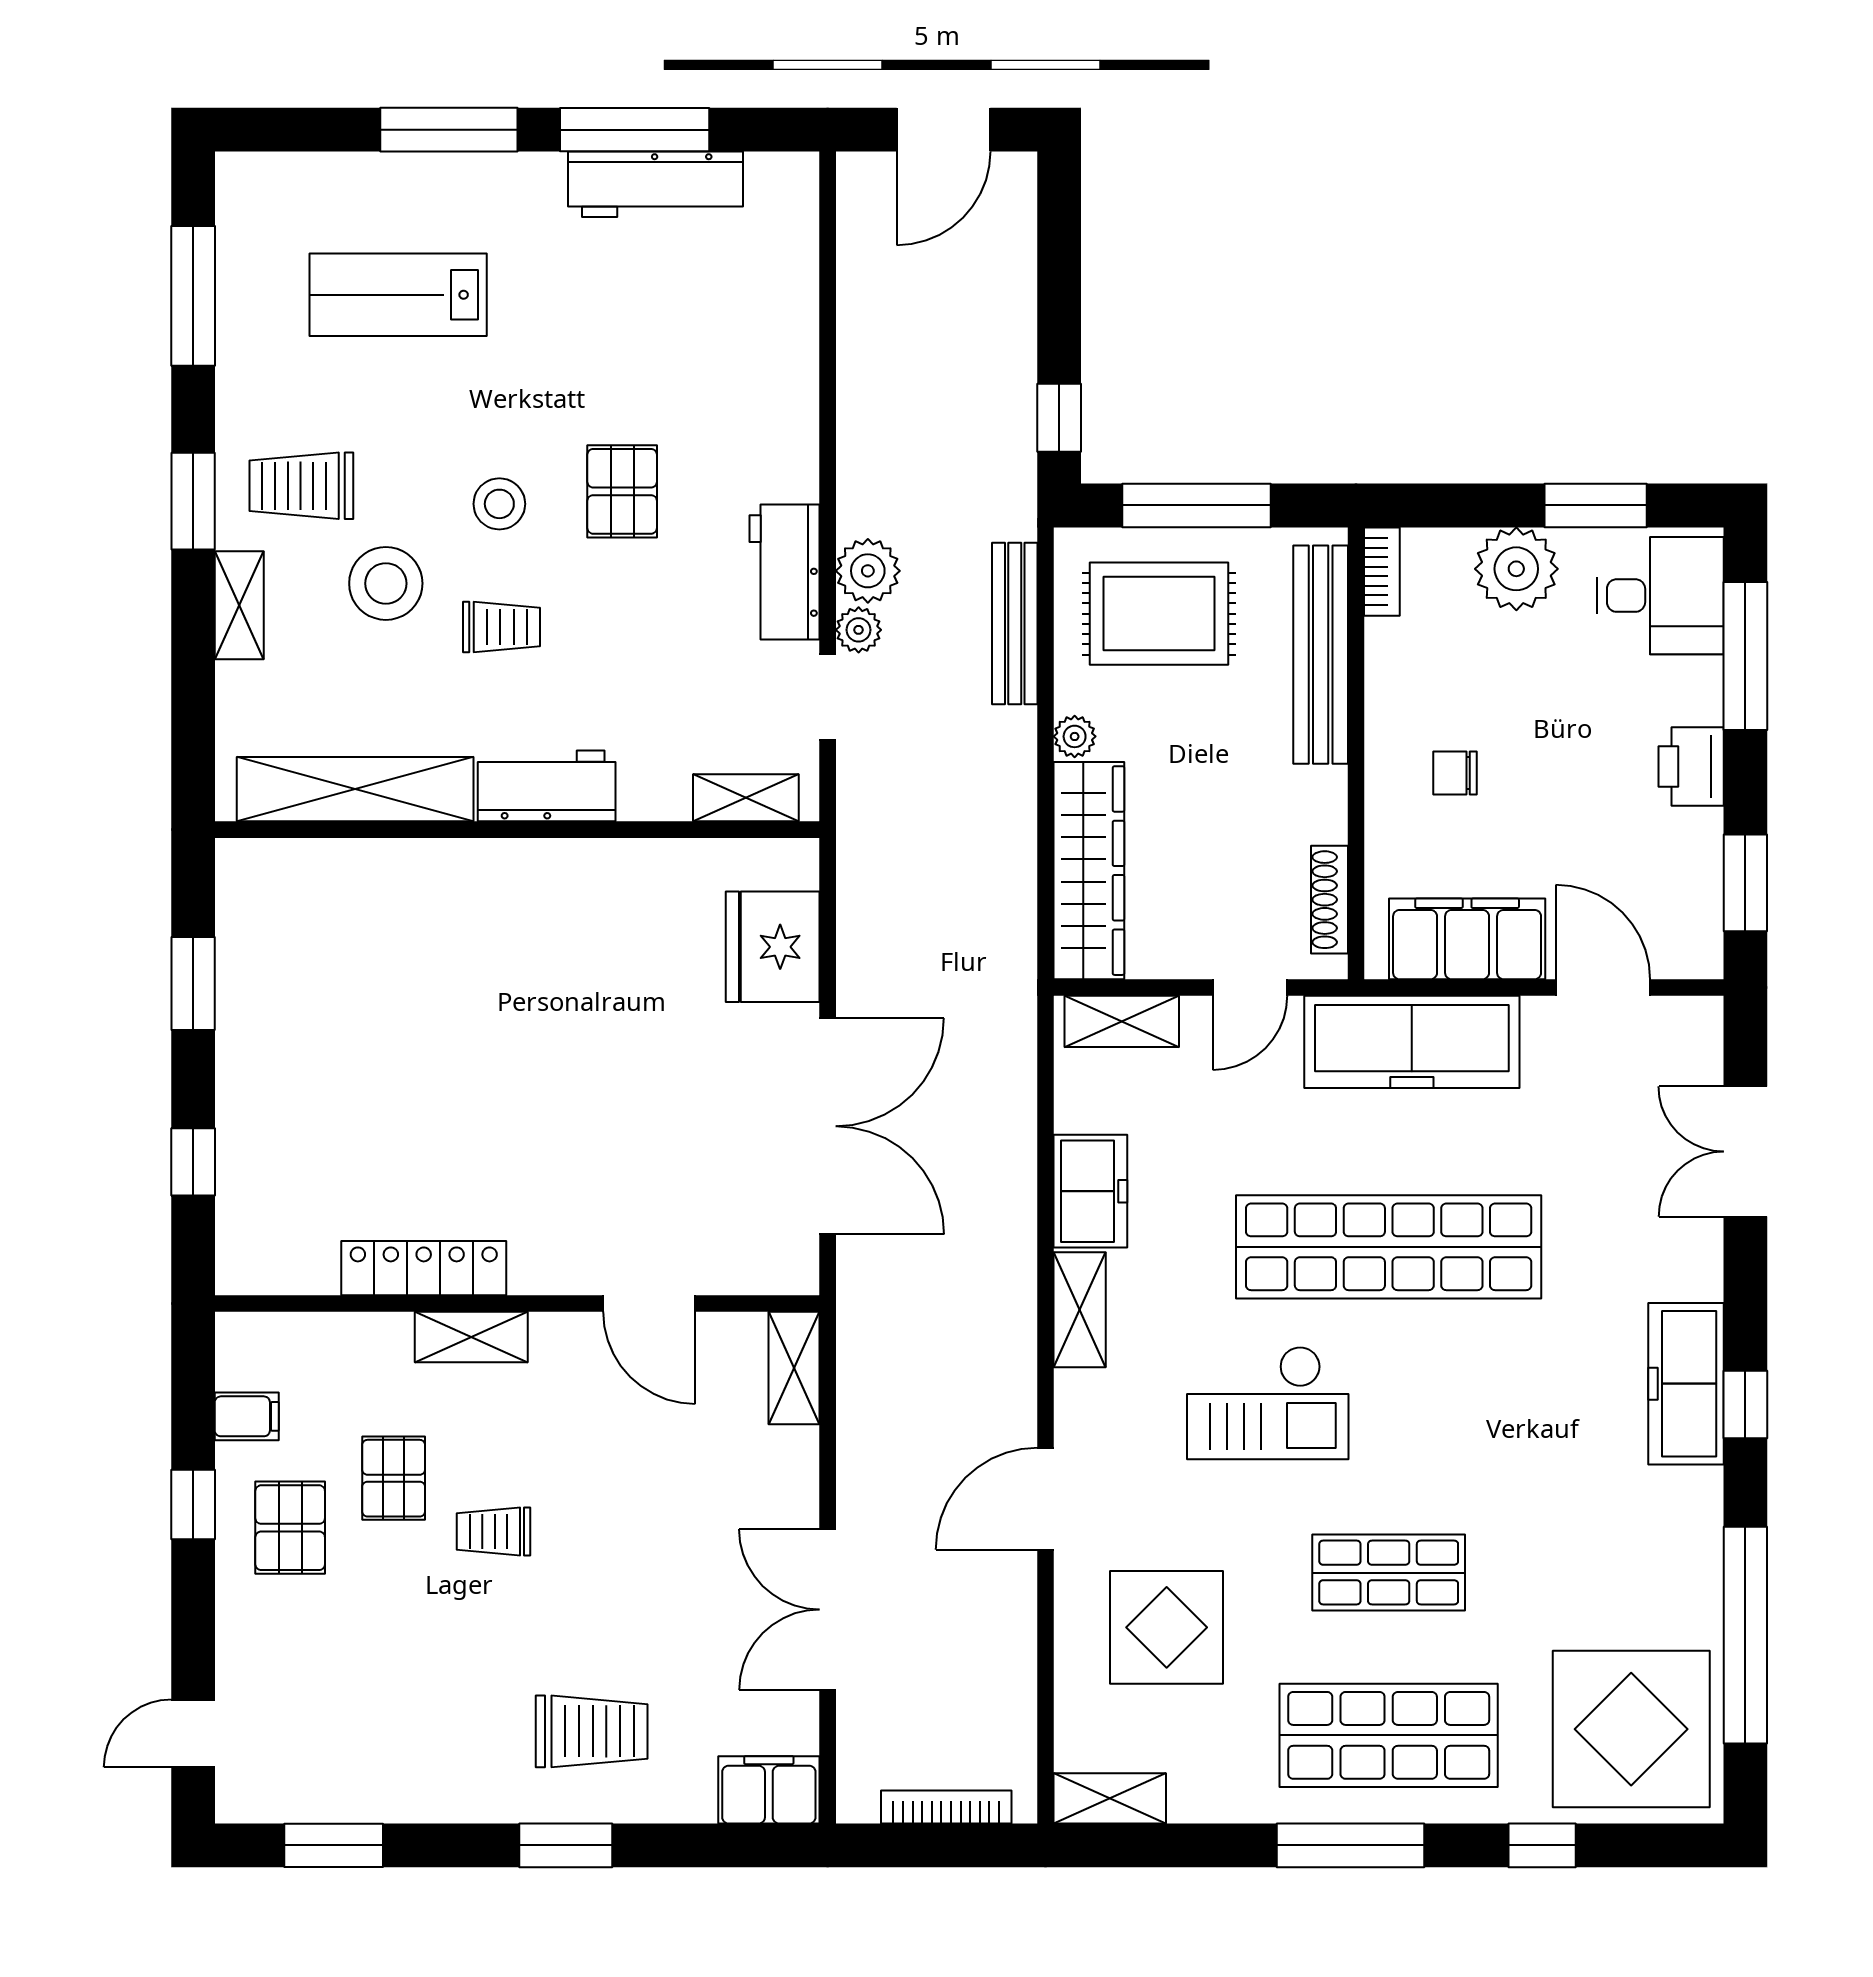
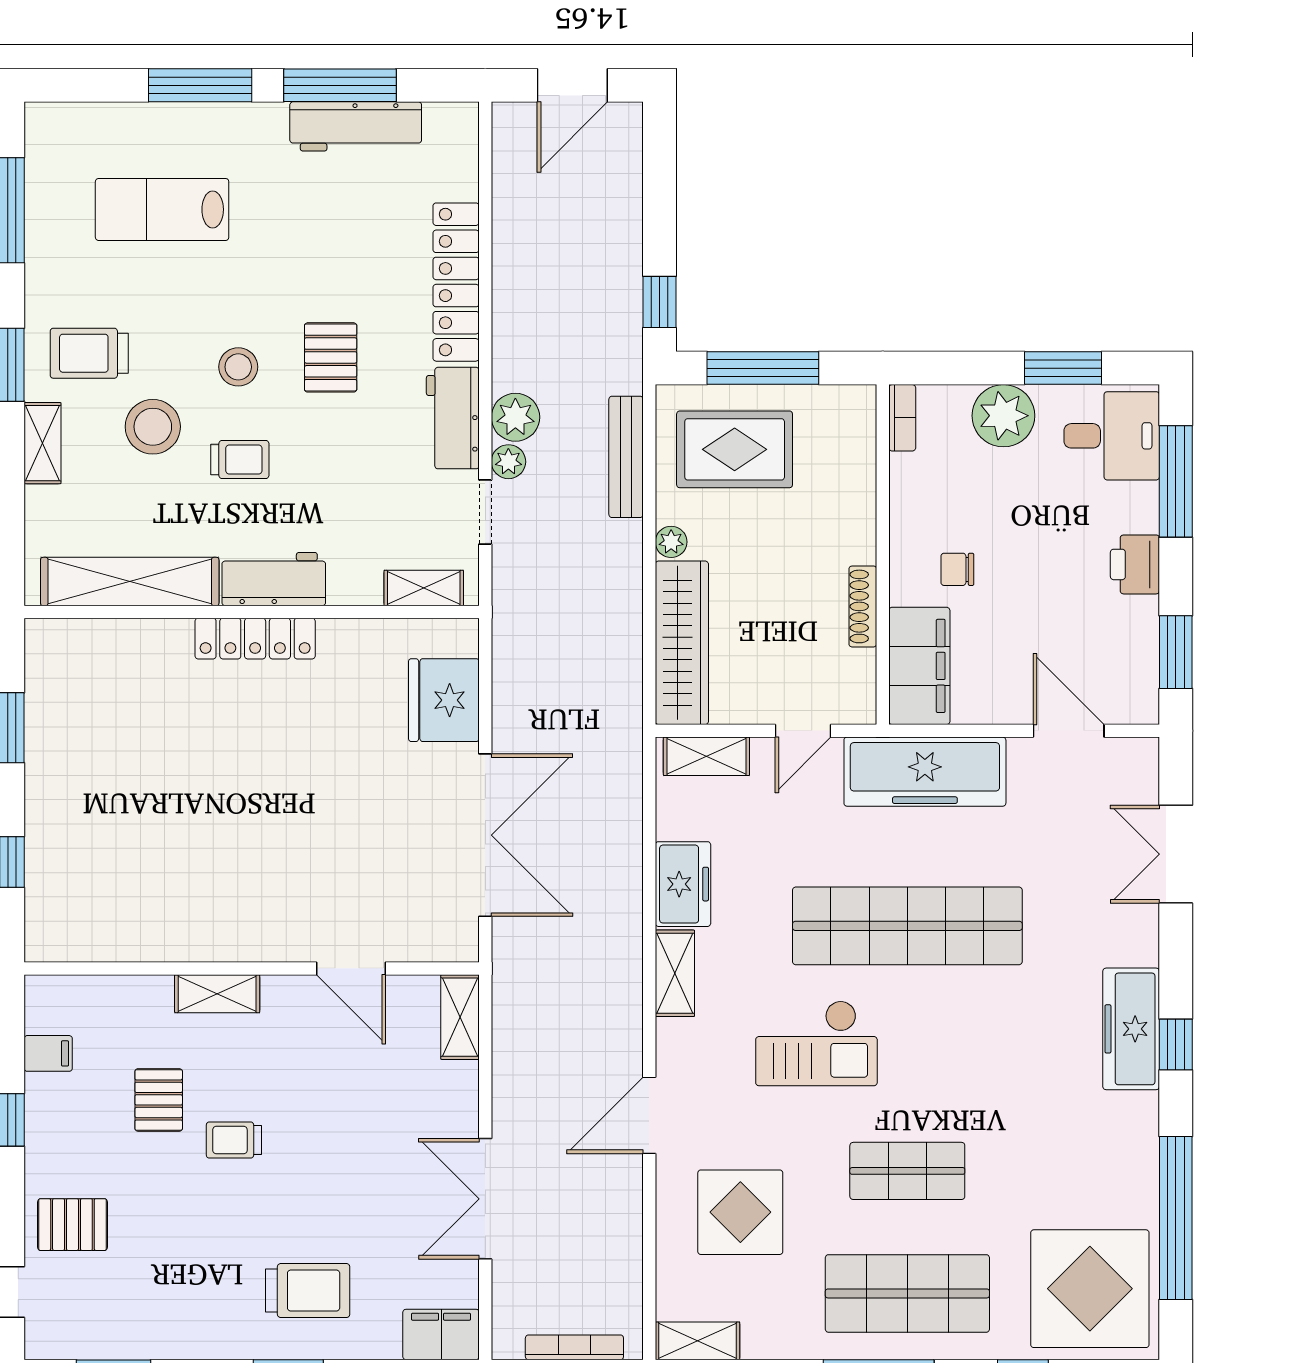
locker: (789, 391) -> (456, 282), added
bench: (1321, 655) -> (856, 480), removed
shoe rack: (1329, 900) -> (863, 606), moved
filing cabinet: (1467, 939) -> (919, 666), moved, turned 90
locker: (424, 1268) -> (255, 639), moved, turned 180
pallet: (290, 1528) -> (72, 1225), moved, turned 90

